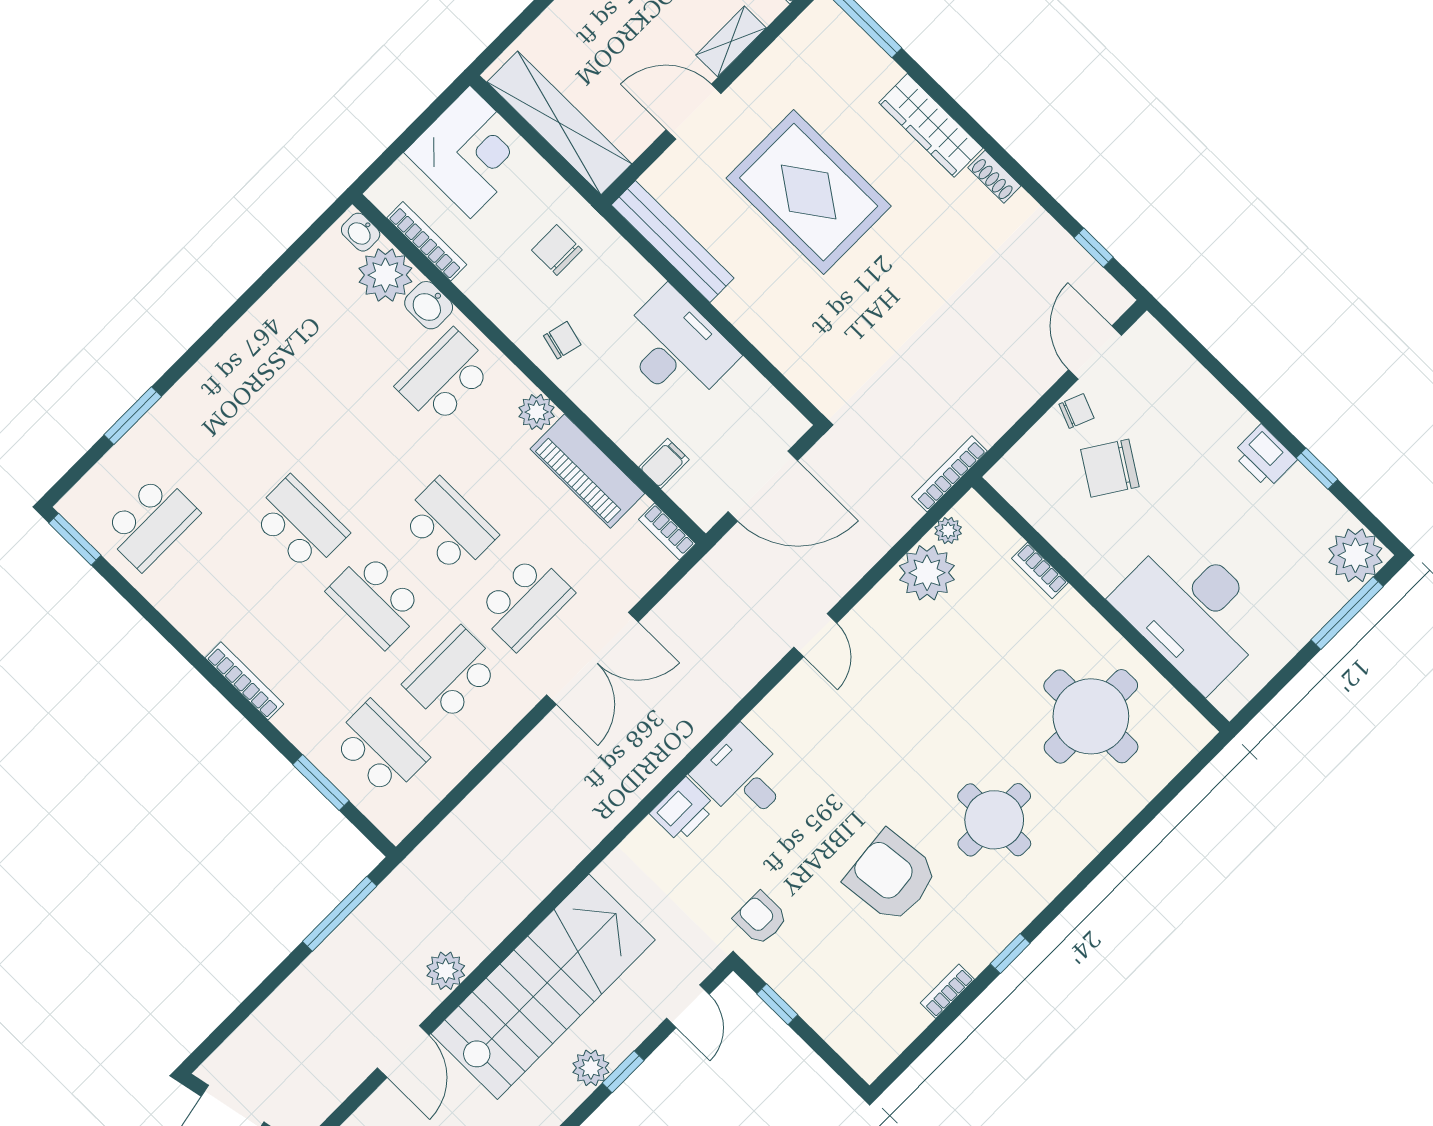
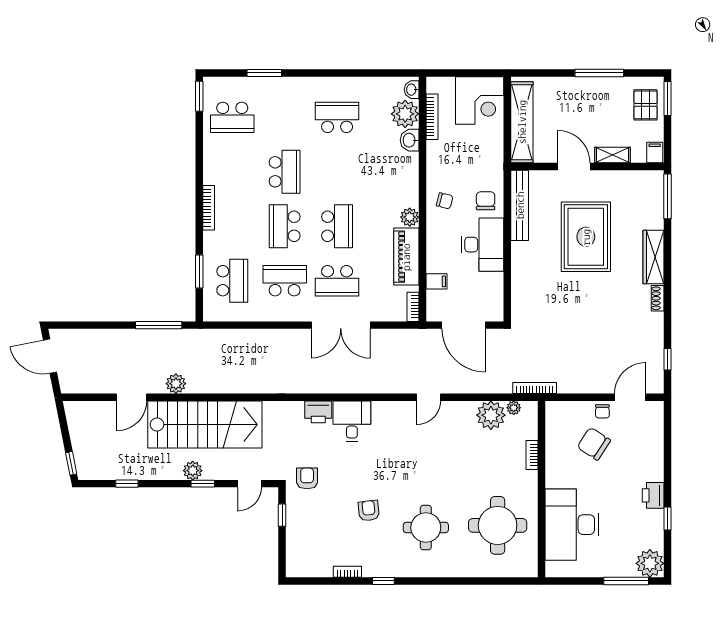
chair: (557, 250) -> (486, 201), moved
school desk: (445, 377) -> (337, 117), moved
chair: (1076, 411) -> (602, 411), turned 68
armchair: (891, 877) -> (369, 511), width x0.53, depth x0.53

